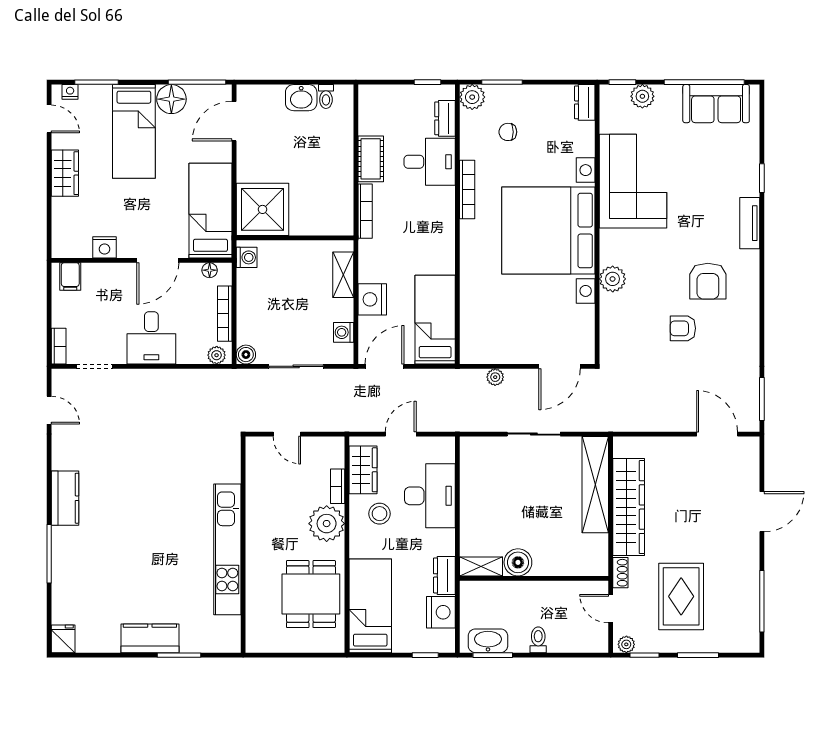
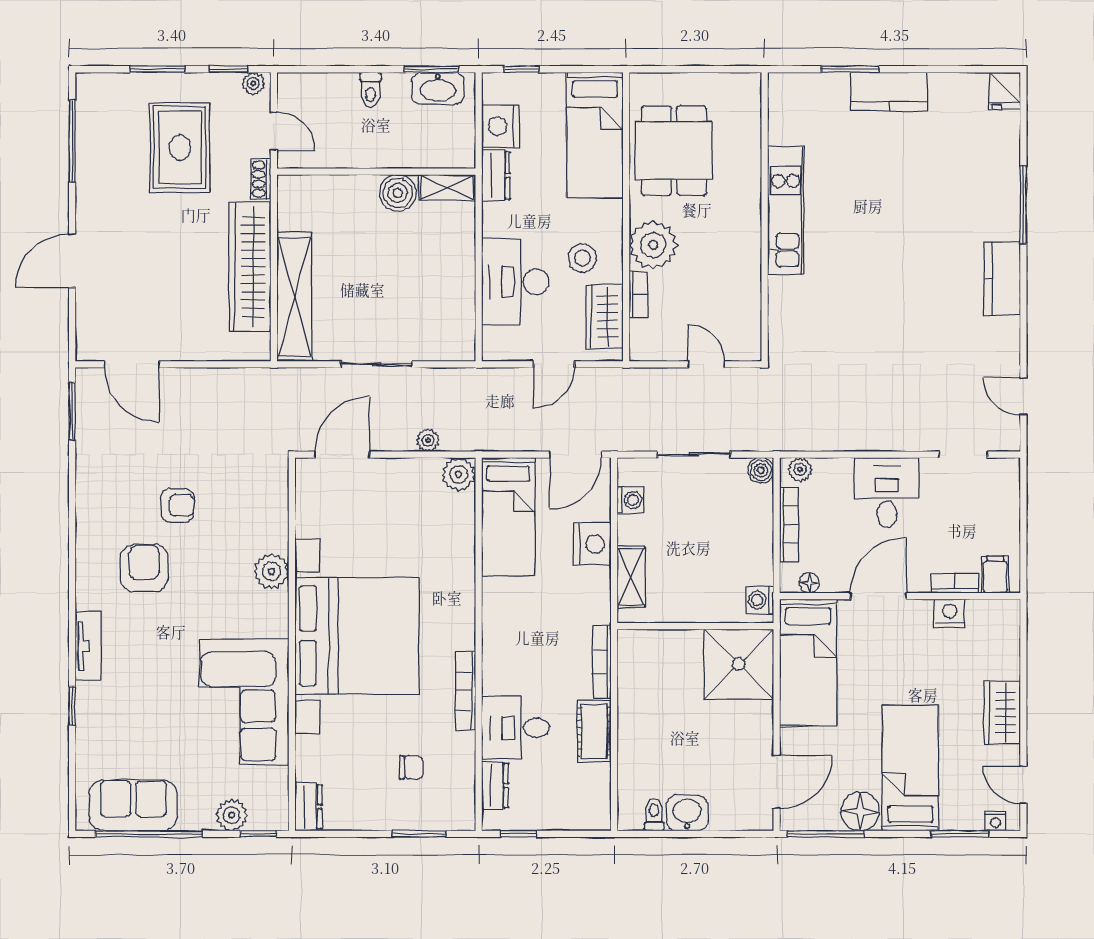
plant: (472, 97) -> (459, 474), moved
bookcase: (59, 346) -> (955, 583), moved, turned 90
kitchen unit: (227, 549) -> (786, 210), width x0.73

